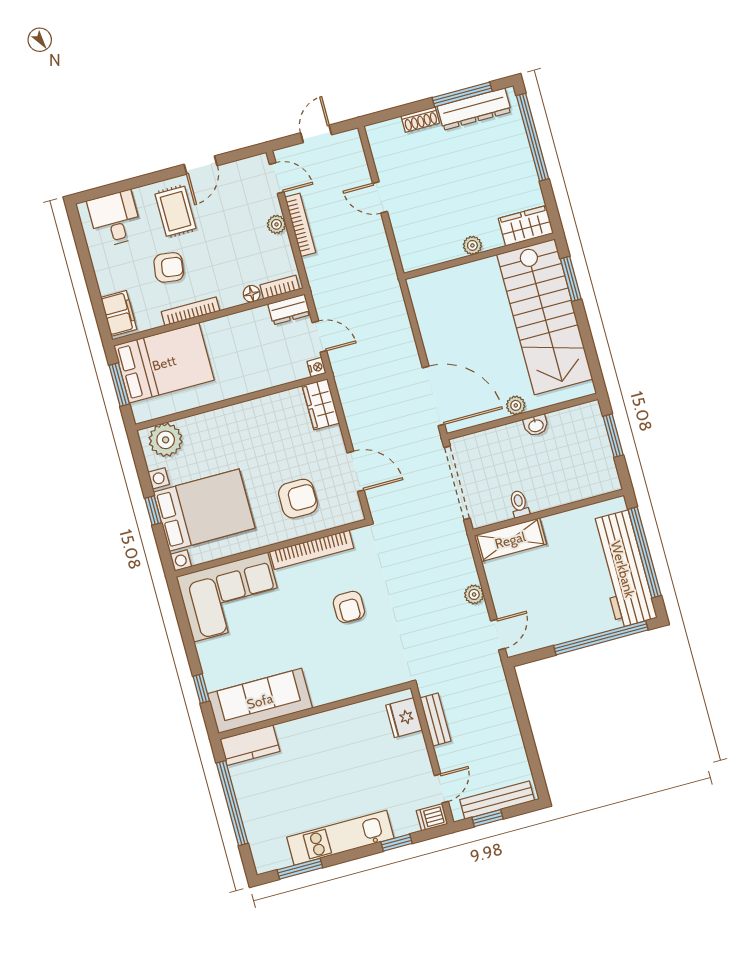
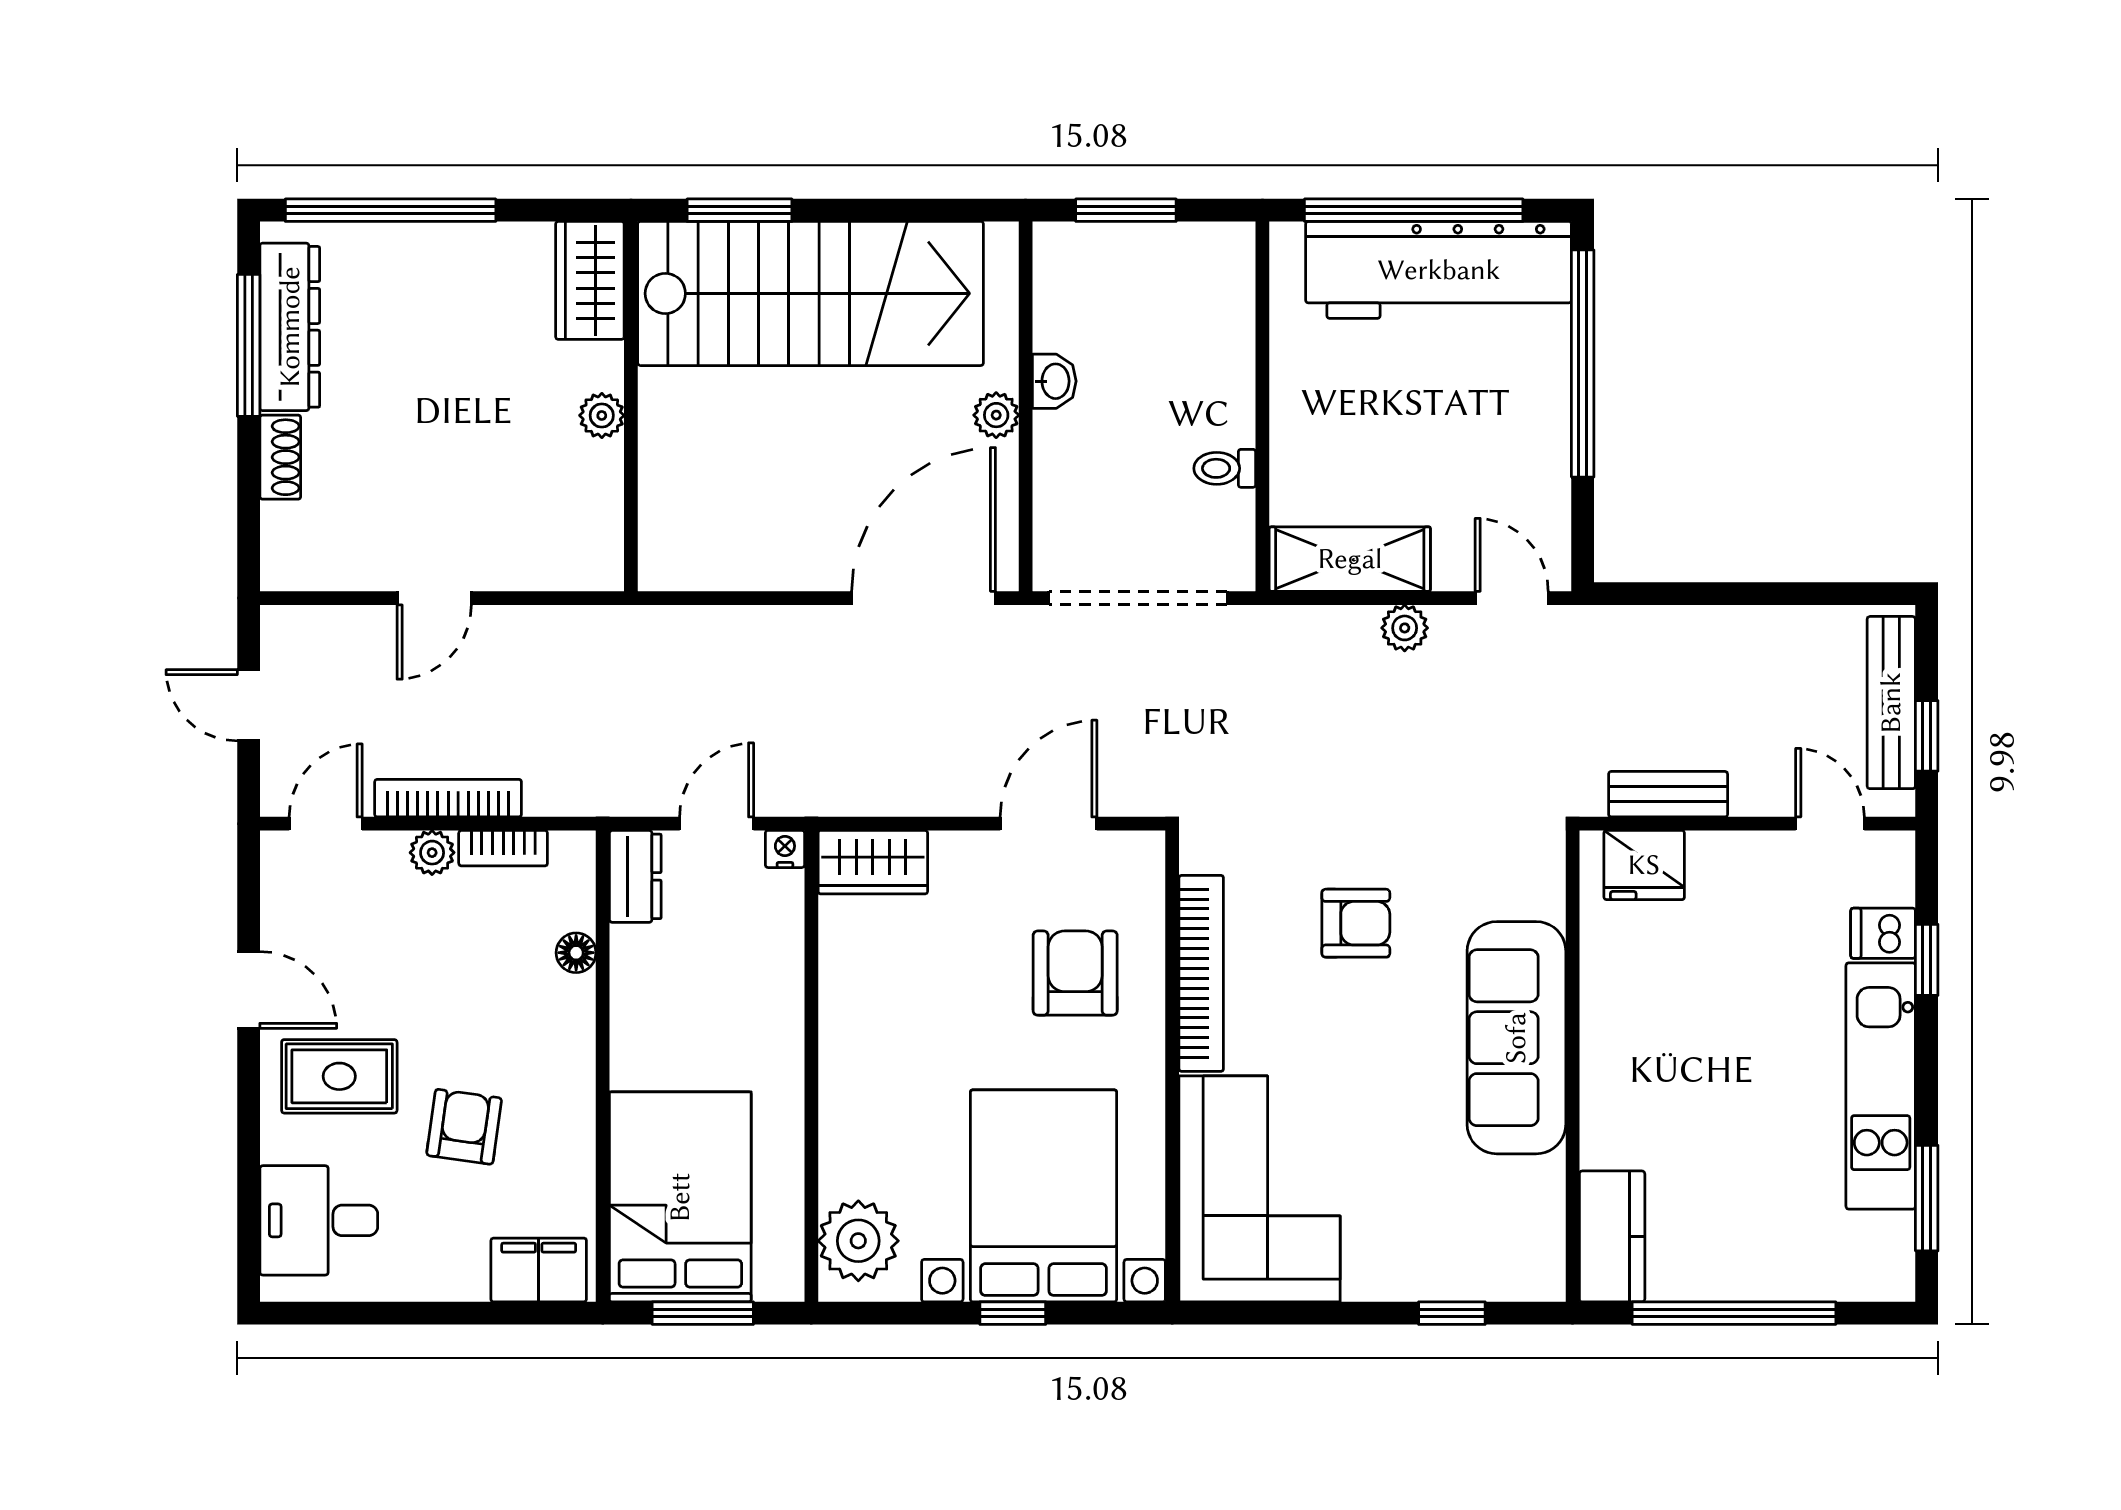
bookcase: (280, 287) -> (503, 848), moved, turned -90
bookcase: (191, 311) -> (579, 1104), removed
shelving: (510, 540) -> (1350, 559), moved, turned 90
sofa: (260, 701) -> (1516, 1038), moved
dishwasher: (432, 817) -> (1883, 933), moved, turned 90

